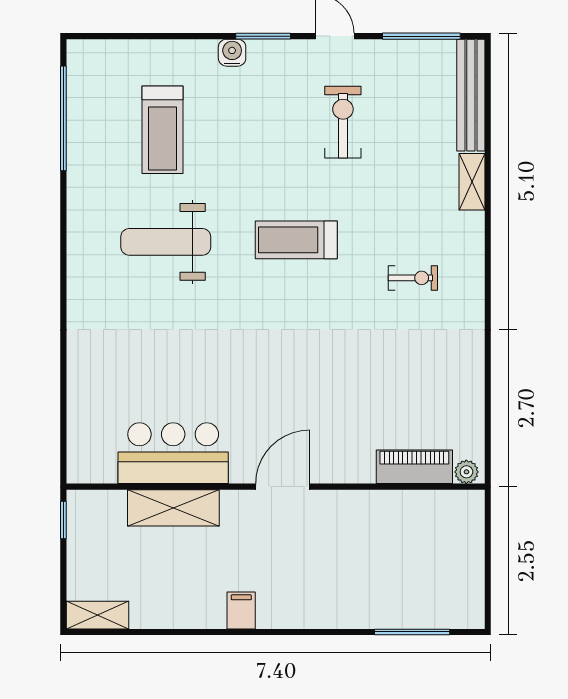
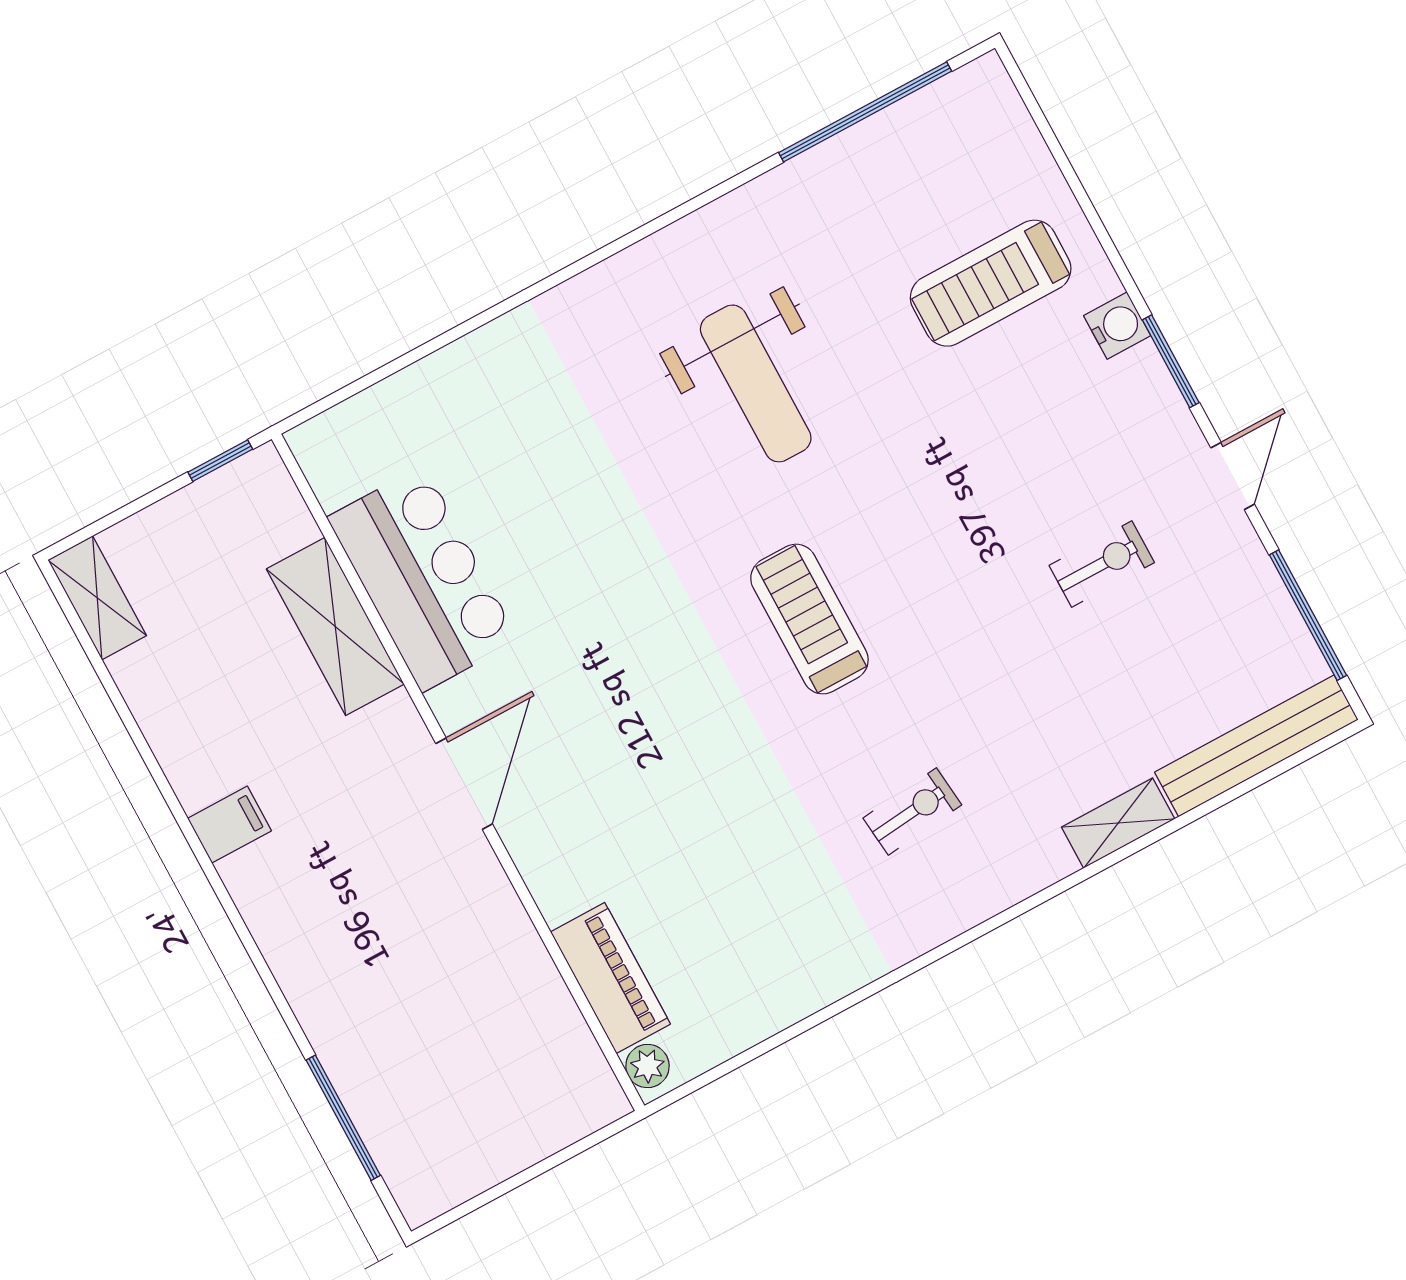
exercise bike: (343, 122) -> (1102, 564), width x0.73, depth x0.72
treadmill: (162, 130) -> (991, 283), moved
treadmill: (296, 240) -> (809, 619), moved
weight bench: (166, 242) -> (756, 383), turned 180
exercise bike: (413, 278) -> (912, 811), turned -96
door: (283, 487) -> (464, 784), hinge flipped

